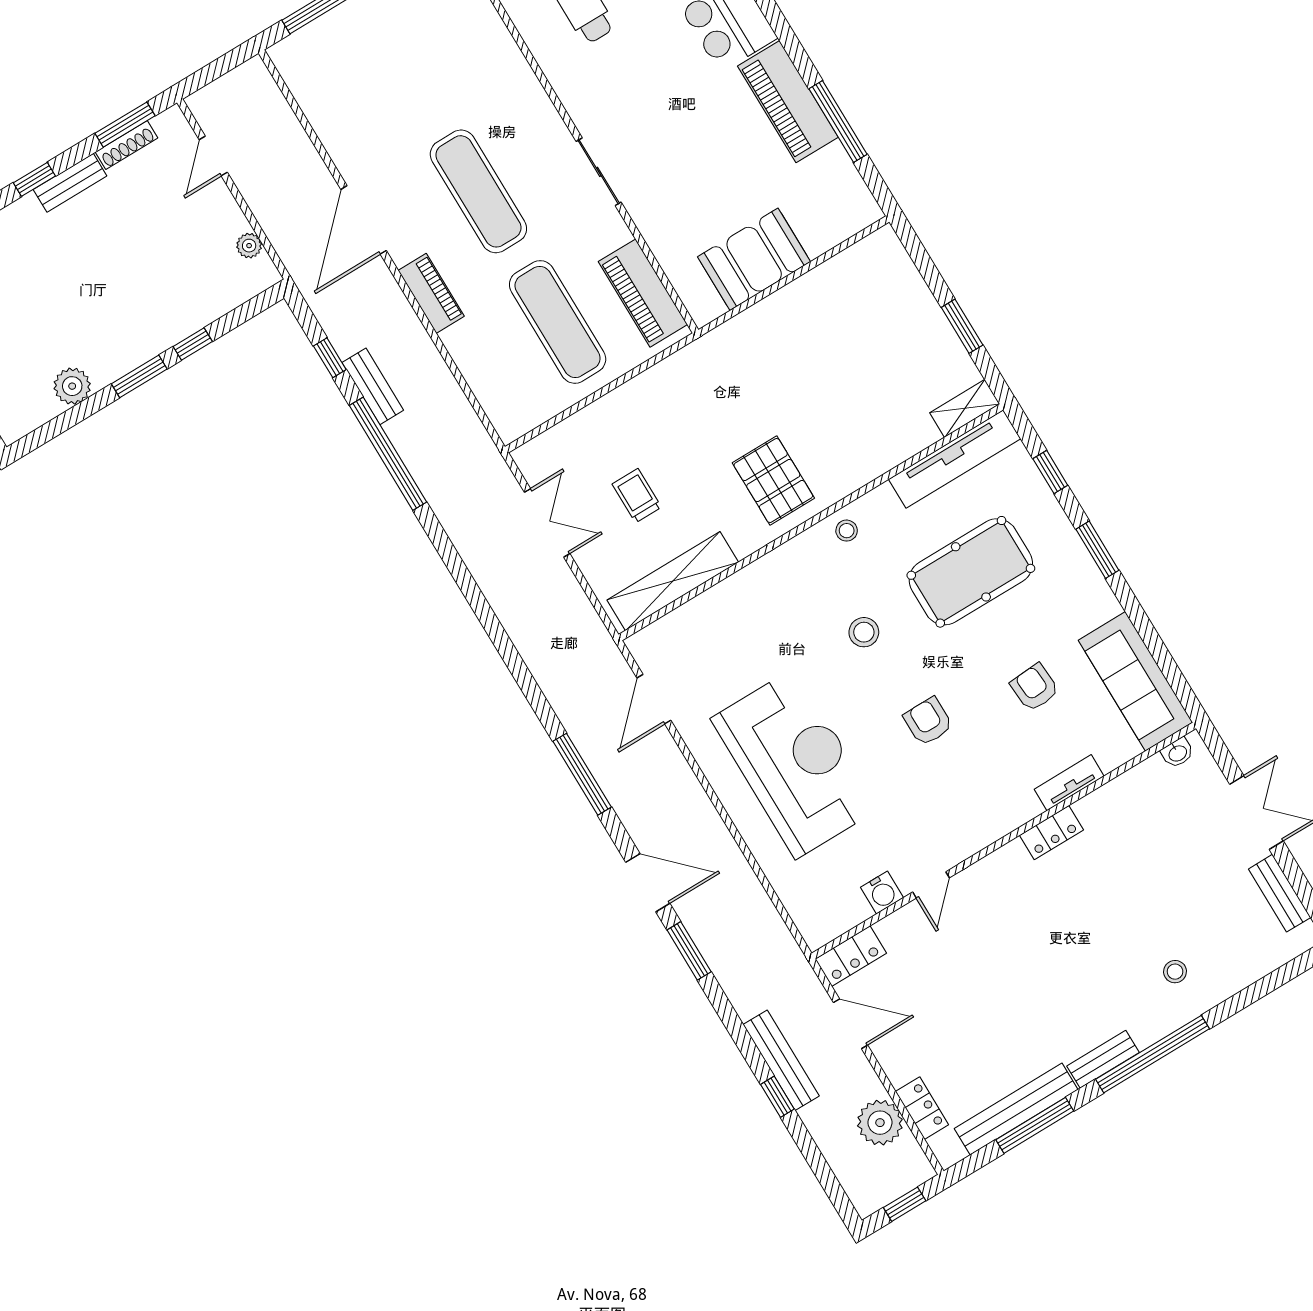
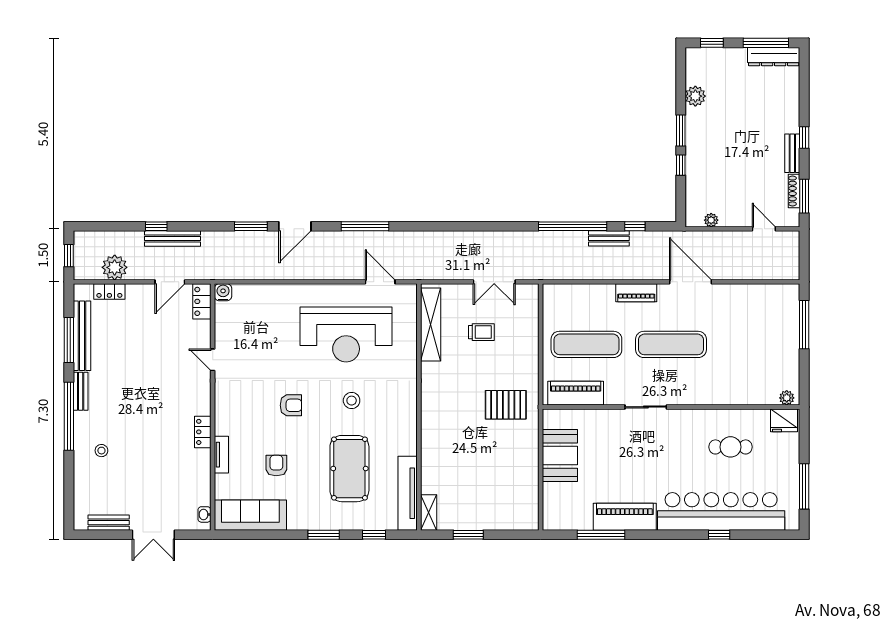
pallet: (773, 480) -> (506, 405), moved
stool: (847, 531) -> (405, 421), removed
armchair: (1035, 687) -> (276, 466), turned -86
reception desk: (795, 764) -> (346, 334), moved
water cooler: (882, 893) -> (223, 292), moved, turned 90

